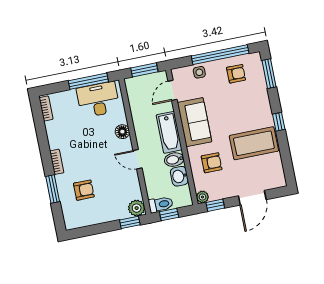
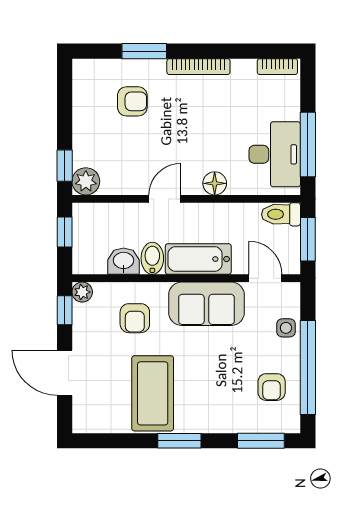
window: (279, 122) -> (179, 441), width x1.50
bookcase: (57, 162) -> (198, 67), width x1.56
armchair: (84, 190) -> (132, 101), turned -90
toilet: (161, 204) -> (281, 214), moved, turned 90

